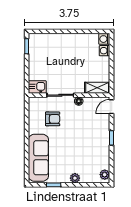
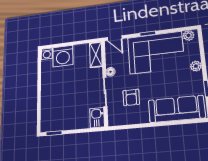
washing machine: (105, 51) -> (63, 56), width x1.89, depth x1.89
armchair: (53, 119) -> (131, 97), turned 180
corner sofa: (92, 144) -> (156, 53), added

